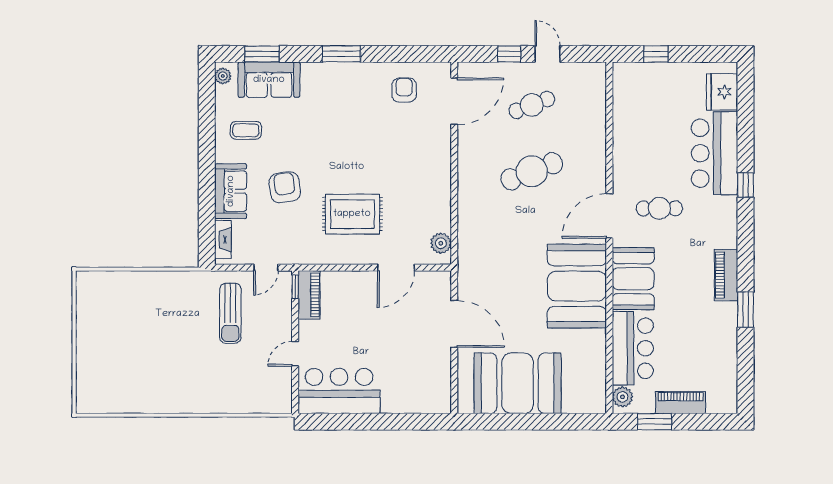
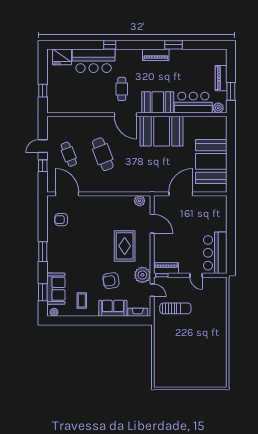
plant: (296, 249) -> (142, 275), added

